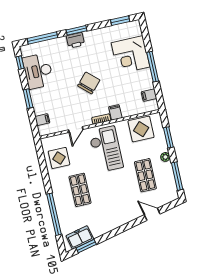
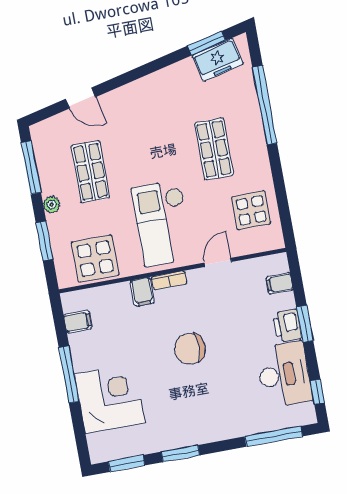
window: (77, 30) -> (181, 454), moved
printer: (75, 40) -> (287, 326), moved, turned -90
chair: (89, 83) -> (190, 349), turned 47

